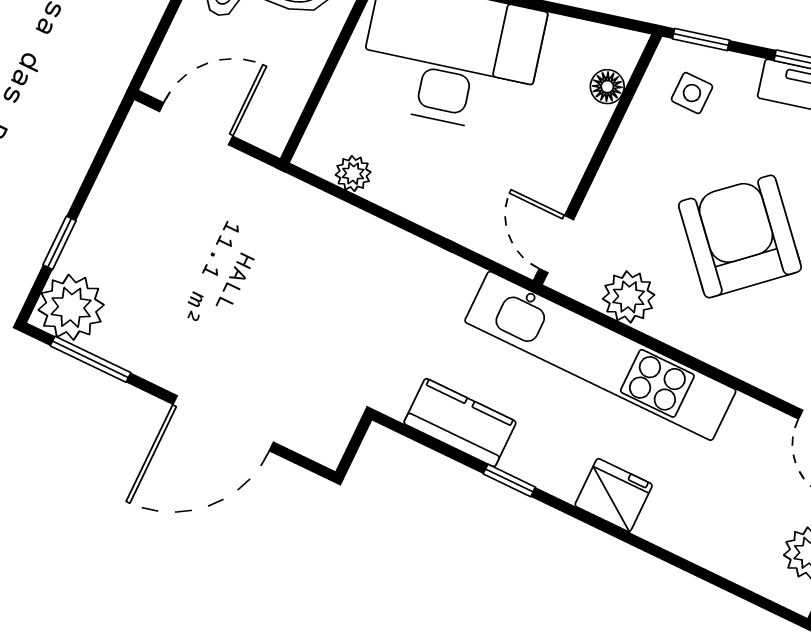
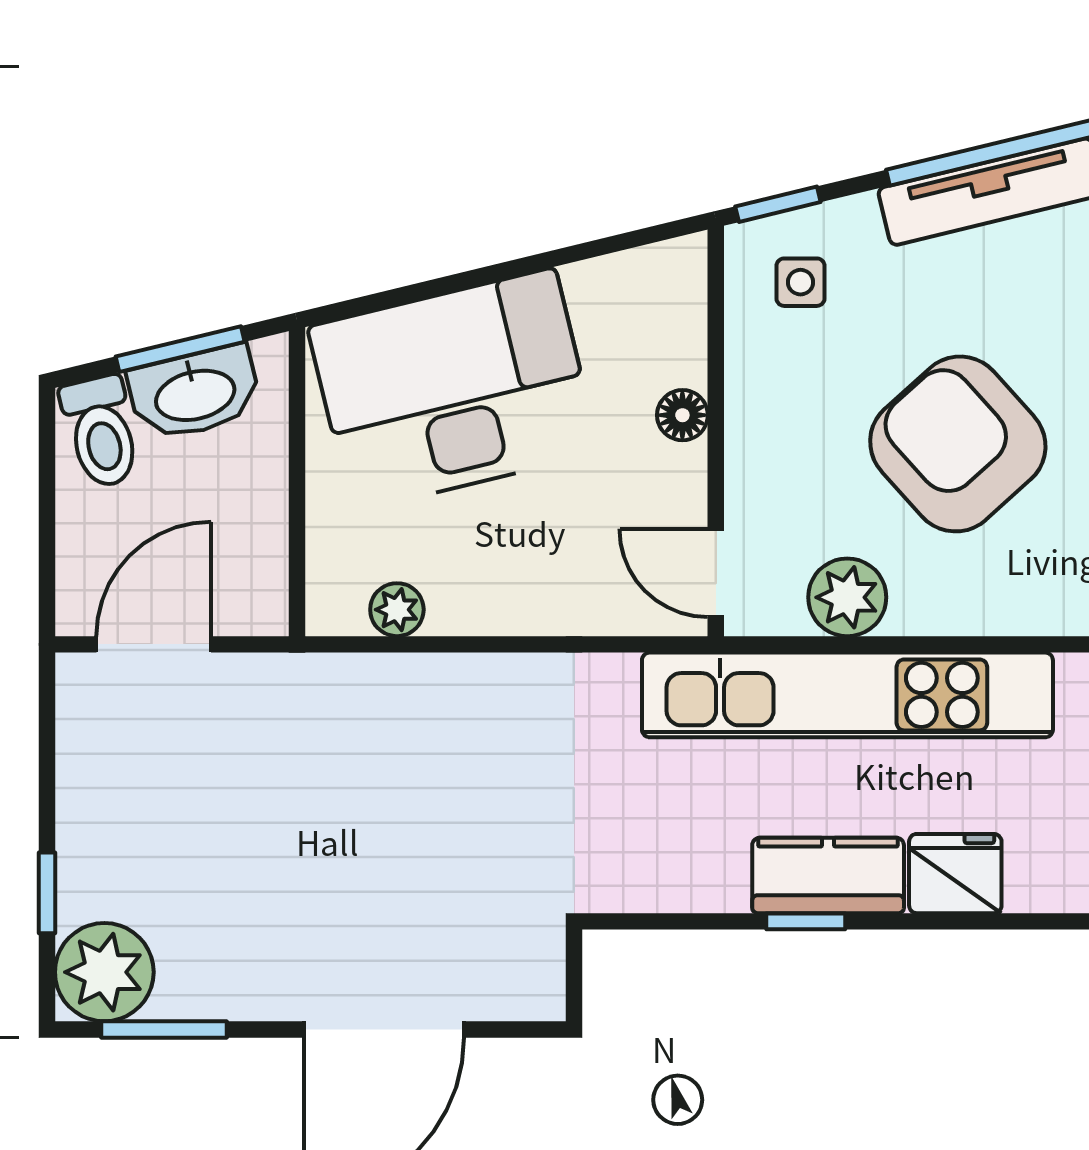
floor lamp: (607, 87) -> (682, 415), moved
kitchen counter: (460, 423) -> (828, 875), moved

